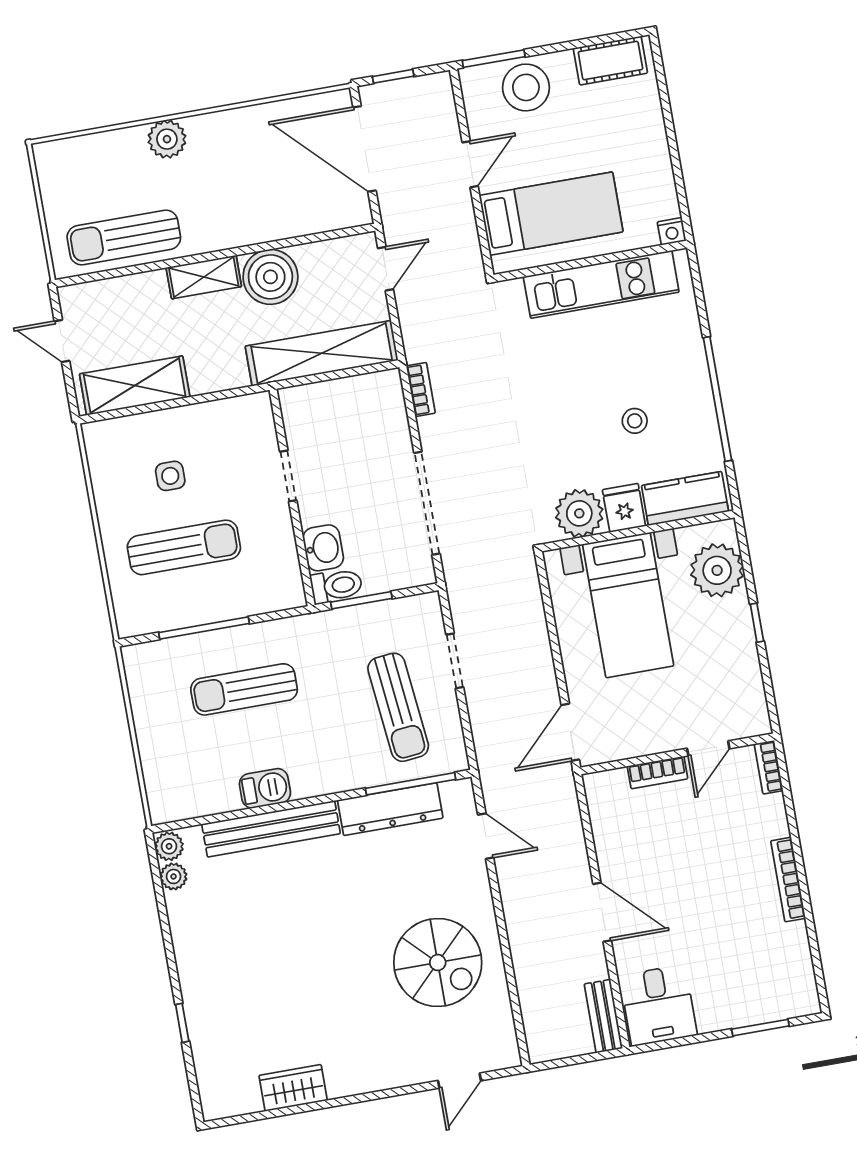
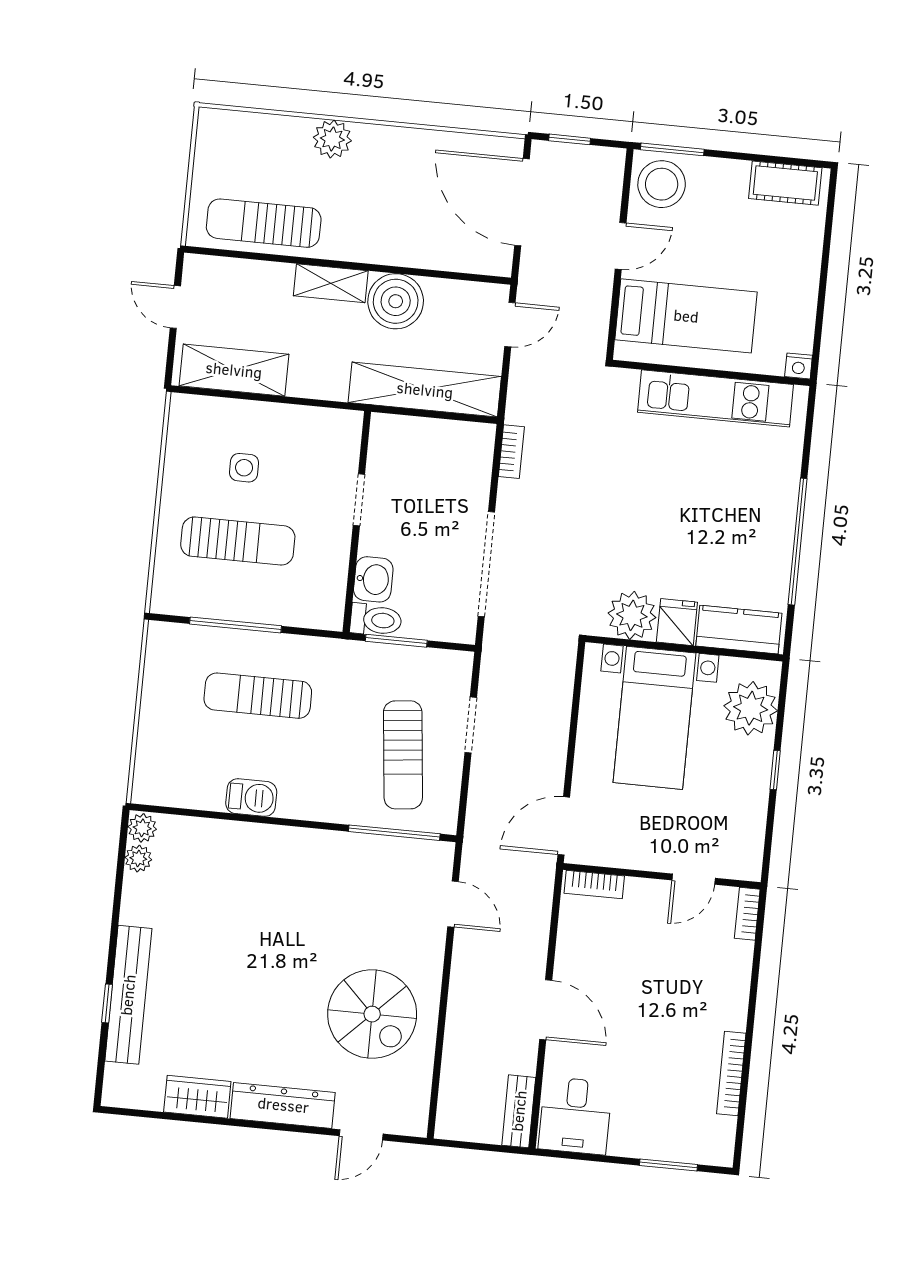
stool: (526, 87) -> (662, 184), moved
stool: (635, 421) -> (711, 540), removed
bookcase: (657, 773) -> (594, 885), moved
dresser: (390, 809) -> (283, 1105), moved, turned 180
bench: (271, 829) -> (128, 995), moved, turned 90
bookcase: (788, 880) -> (731, 1073), moved

